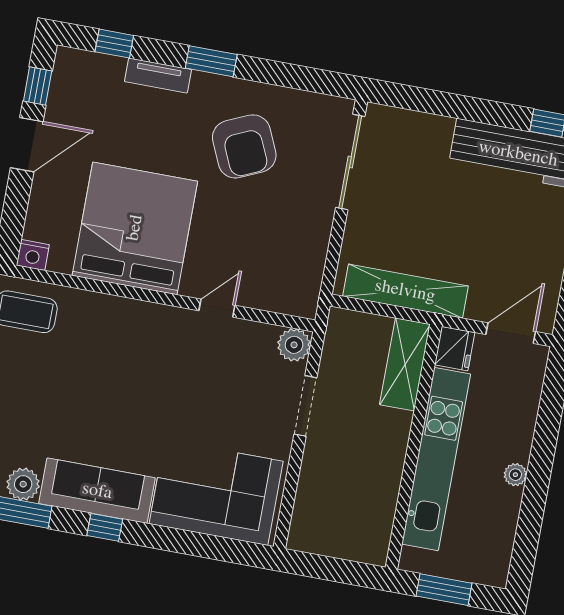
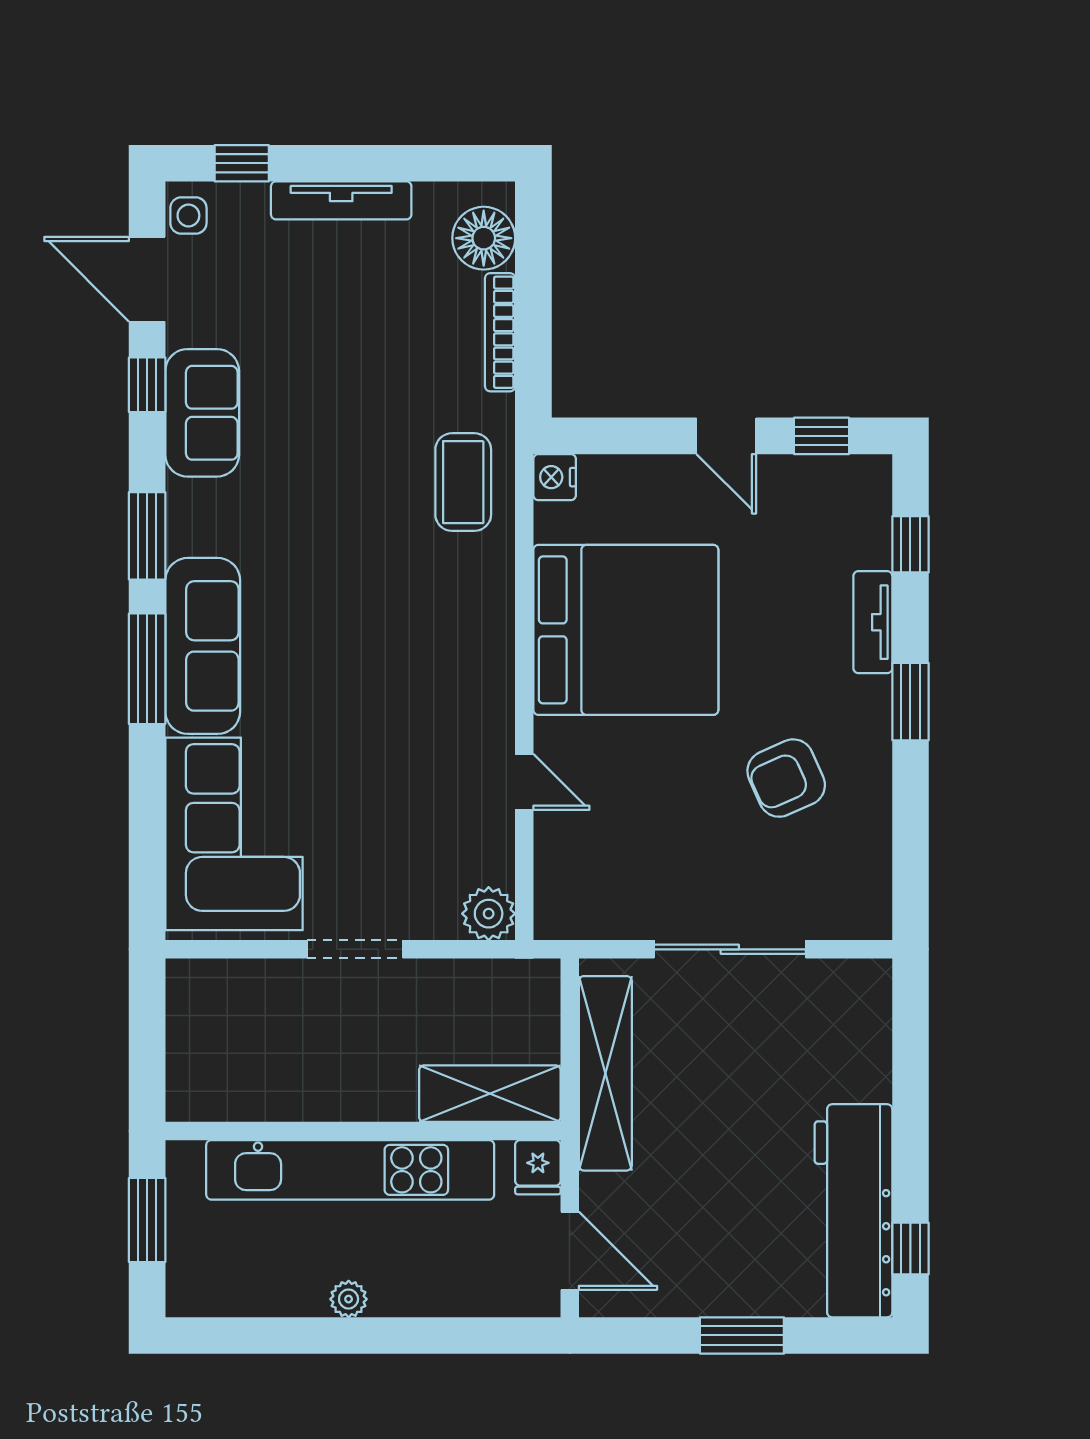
door: (27, 145) -> (726, 436), width x0.73
armchair: (244, 146) -> (786, 778), width x0.73, depth x0.73
sliding door: (350, 162) -> (730, 949), moved
fridge: (455, 349) -> (538, 1167), width x0.72
doorway: (305, 406) -> (355, 949), moved
plant: (23, 484) -> (192, 528), removed
window: (105, 527) -> (147, 669), width x2.17

